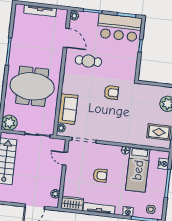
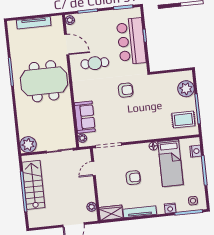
bar counter: (119, 28) -> (131, 41), moved, turned 90
meeting table: (32, 86) -> (44, 81), moved
door: (65, 159) -> (93, 169), hinge flipped

